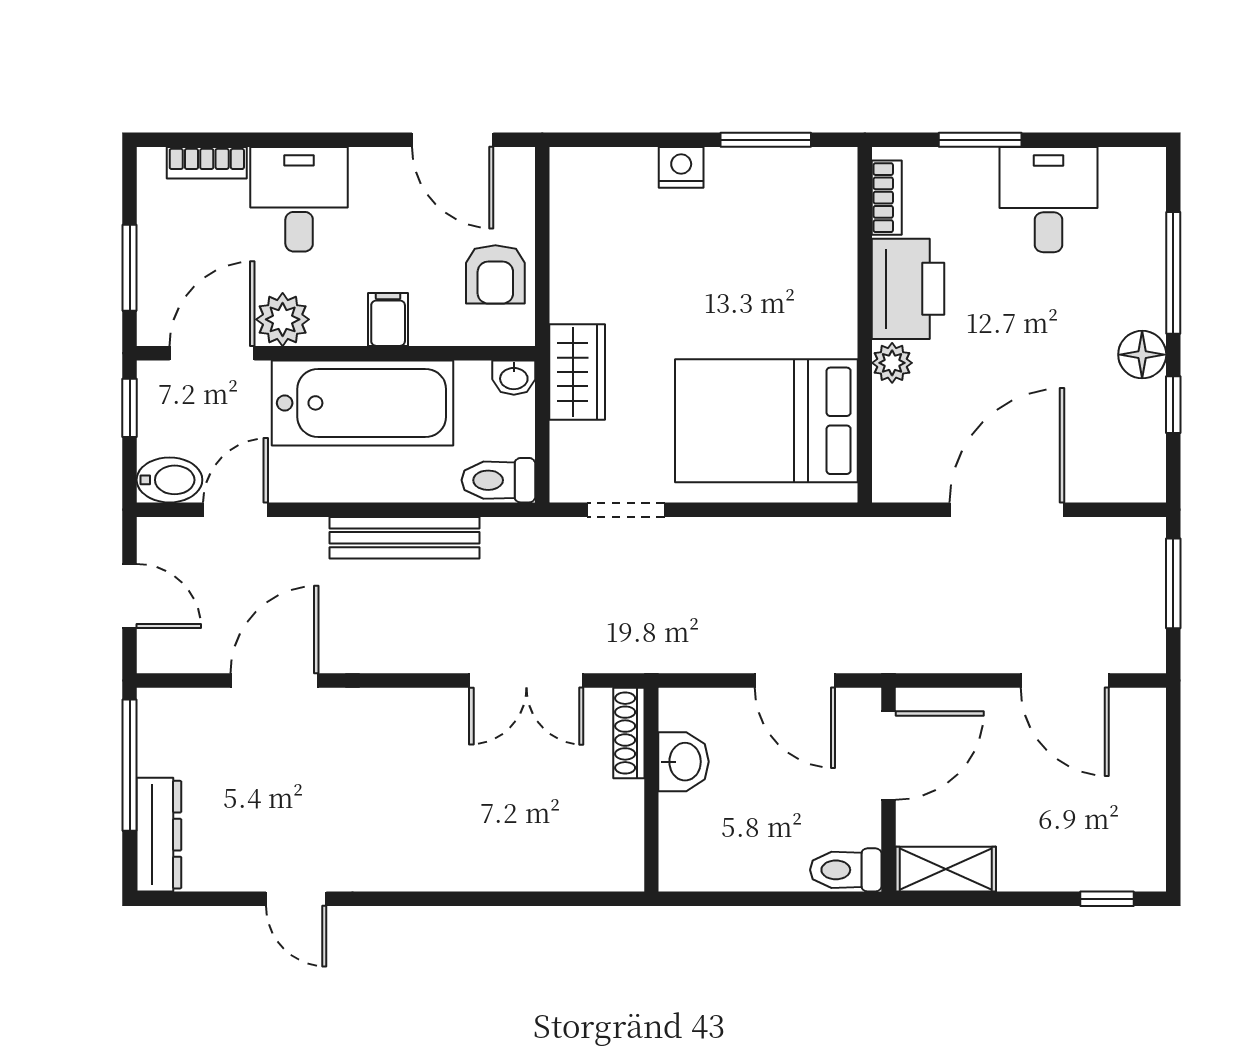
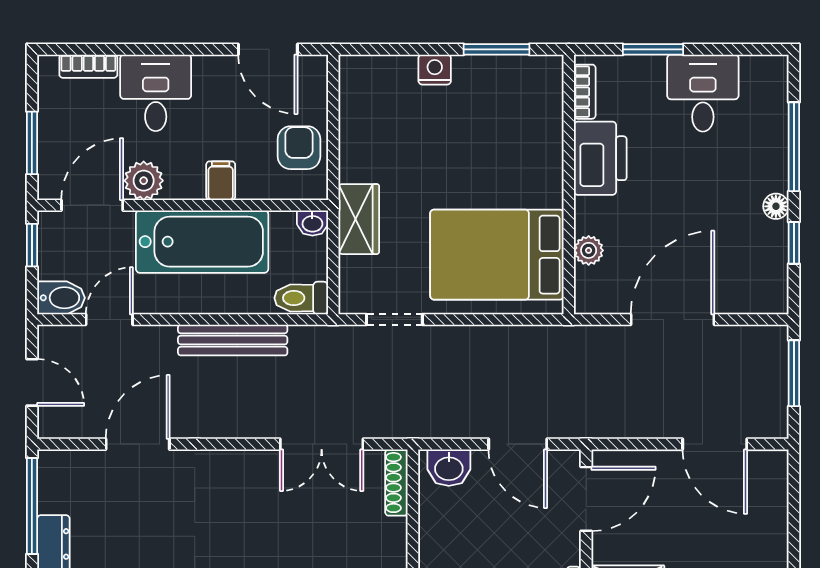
armchair: (495, 274) -> (299, 148), turned 180
floor lamp: (1142, 355) -> (776, 206), width x0.73, depth x0.73
plant: (892, 363) -> (589, 250), moved
washbasin: (684, 762) -> (449, 468), moved, turned 90

